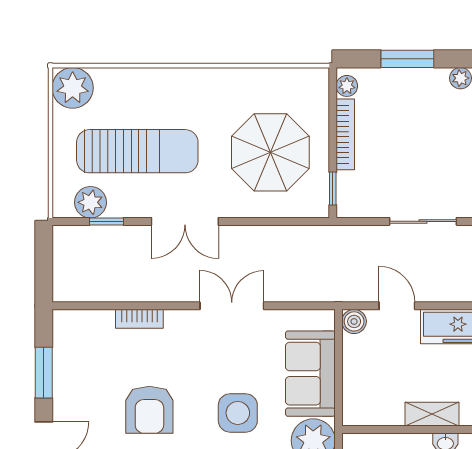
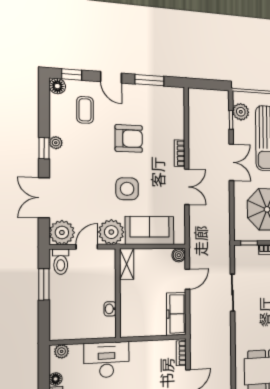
double door: (185, 221) -> (231, 162), swing flipped
bookcase: (139, 319) -> (180, 153), moved
armchair: (149, 410) -> (129, 138), turned 180
shelving: (432, 414) -> (127, 264), moved

